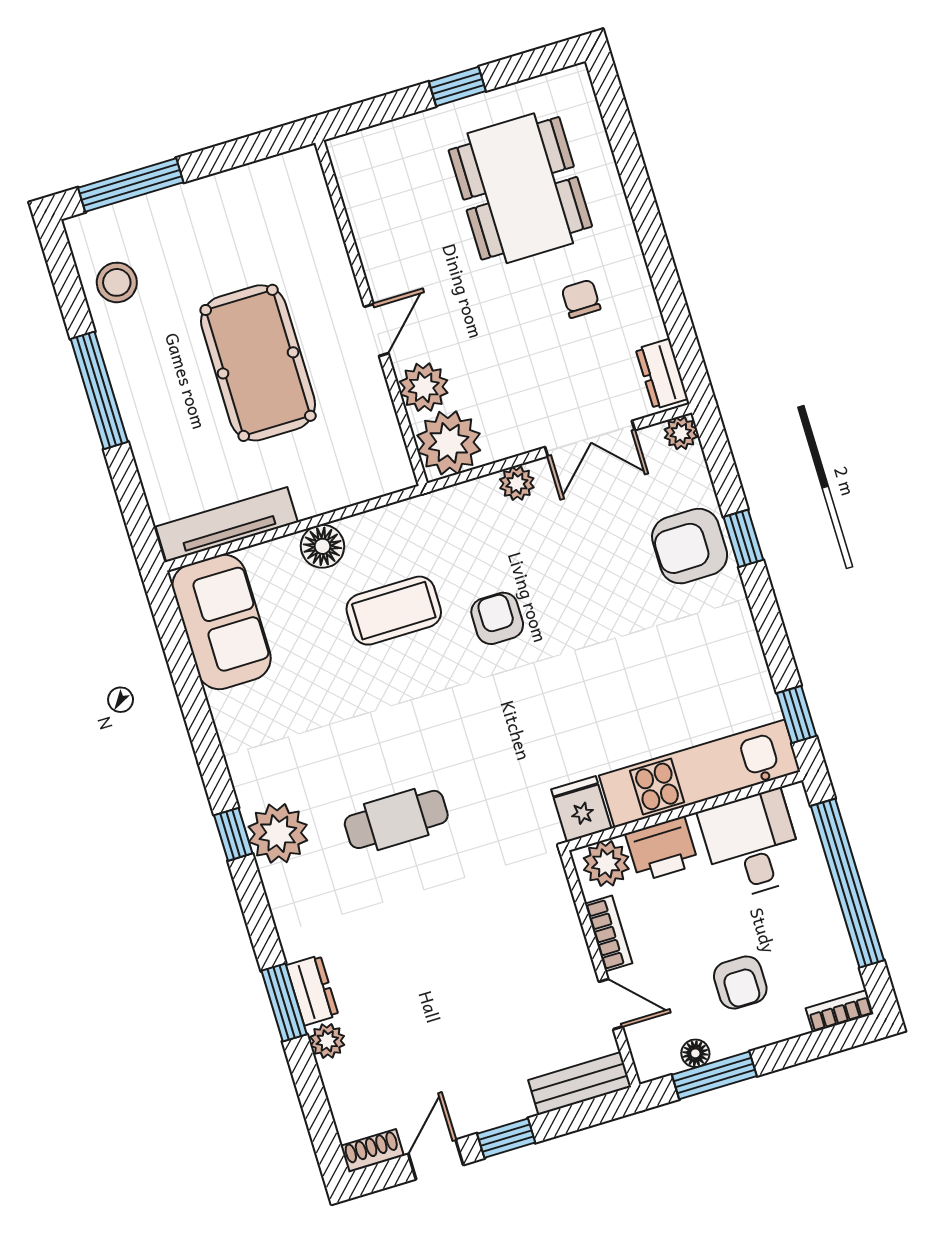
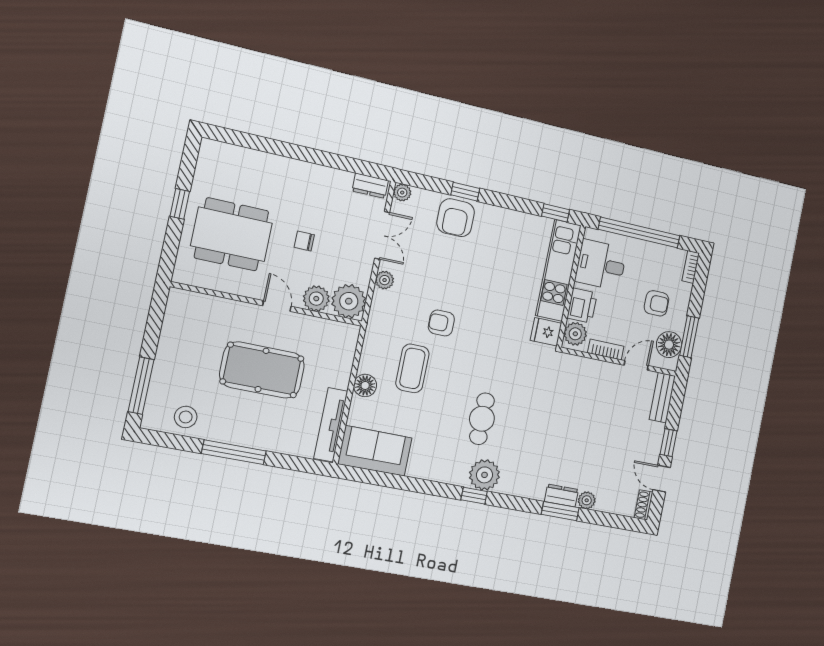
dining table: (520, 188) -> (232, 234), moved
chair: (581, 299) -> (304, 241), moved
cafe table: (396, 819) -> (482, 419), moved
floor lamp: (695, 1053) -> (669, 345), width x1.89, depth x1.89

